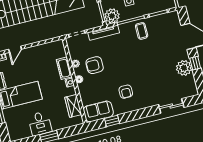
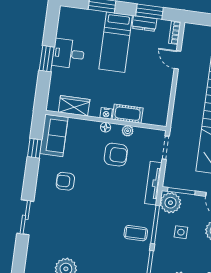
armchair: (95, 65) -> (116, 155), turned 90
sliding door: (171, 106) -> (25, 217), moved

